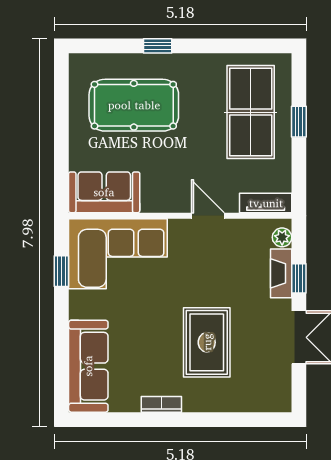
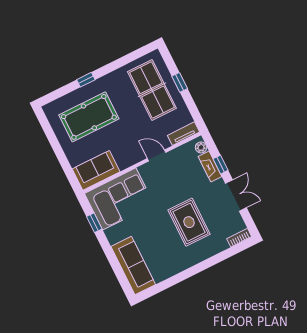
bookcase: (161, 404) -> (239, 238), moved

